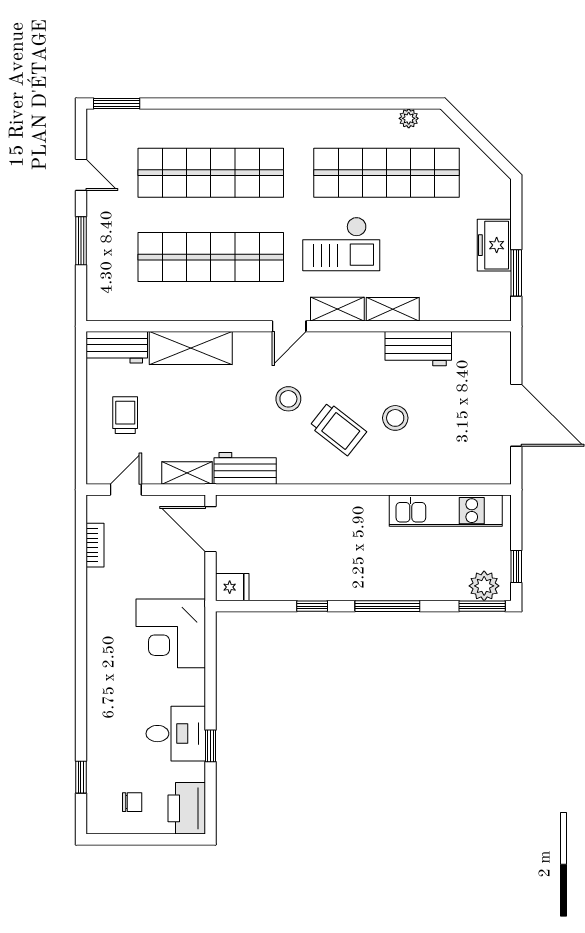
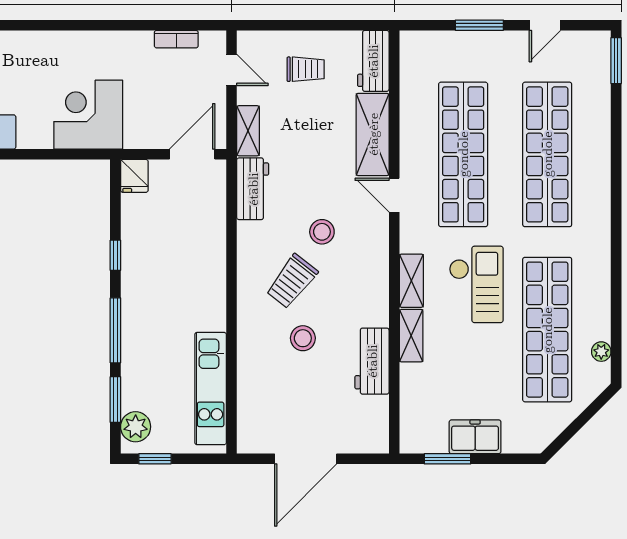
checkout: (341, 244) -> (476, 284), turned 180
door: (289, 326) -> (394, 195), moved
window: (482, 606) -> (115, 400), moved

